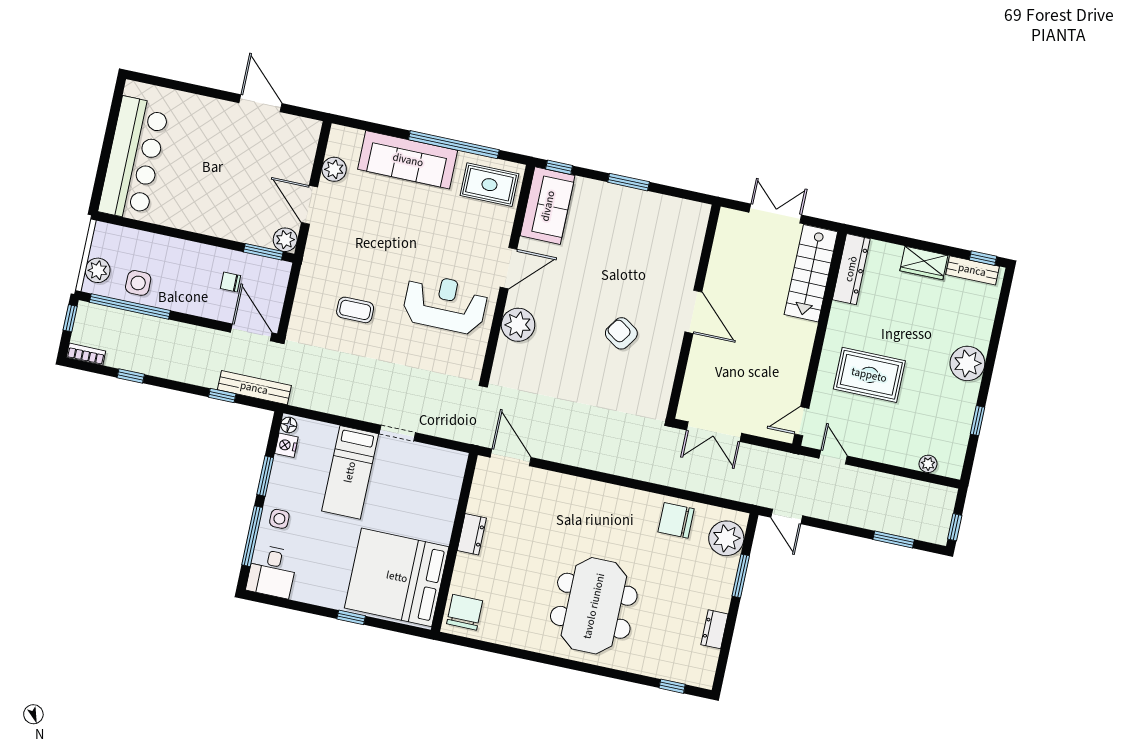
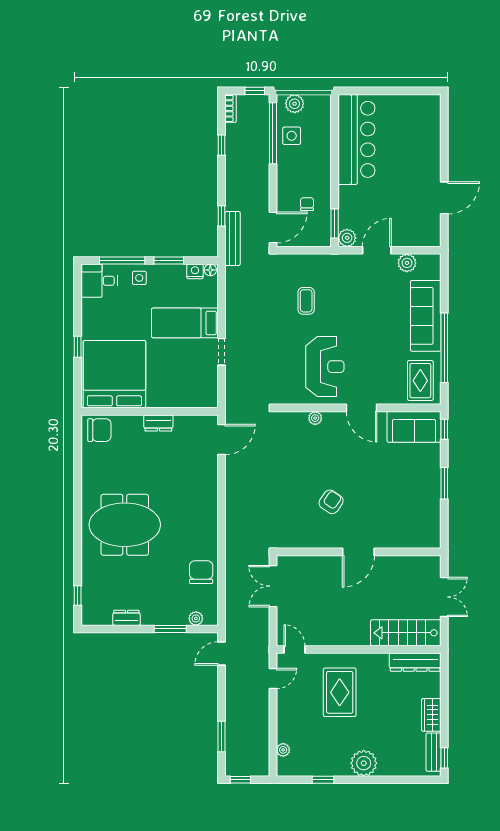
bar counter: (134, 159) -> (356, 139), moved, turned -90
plant: (518, 325) -> (315, 418), width x0.53, depth x0.53
plant: (726, 538) -> (196, 618), width x0.53, depth x0.53

